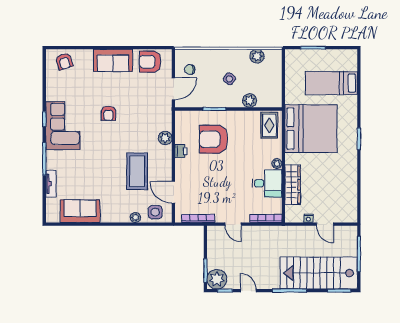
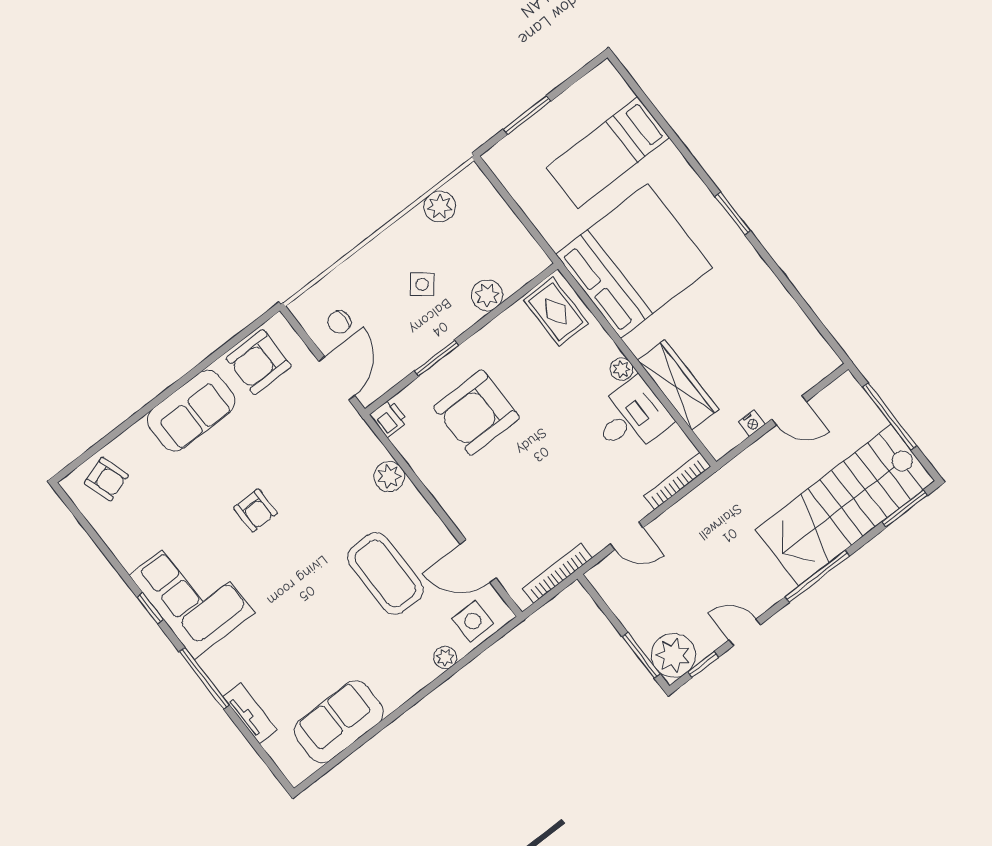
printer: (181, 151) -> (389, 418), moved

